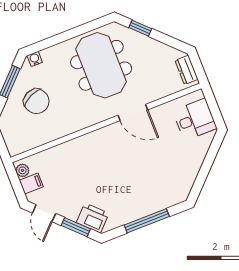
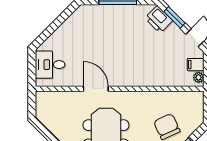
dresser: (186, 70) -> (41, 105), removed

